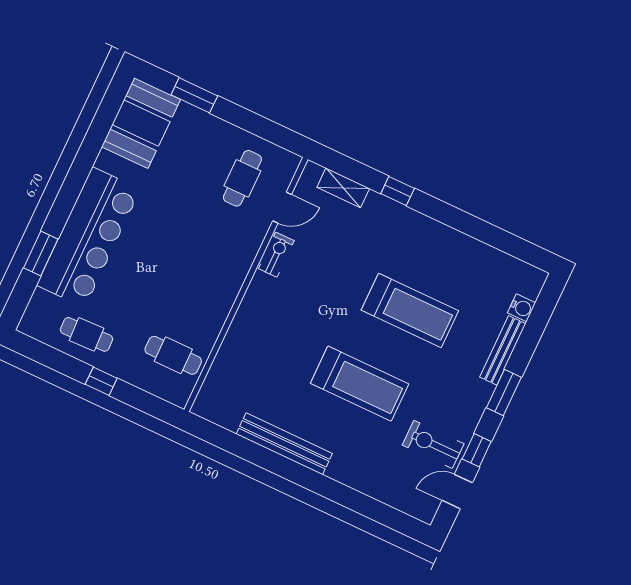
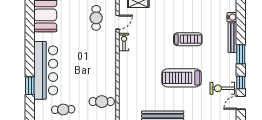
treadmill: (410, 310) -> (188, 39), width x0.73, depth x0.73
treadmill: (360, 384) -> (181, 78), turned 180

